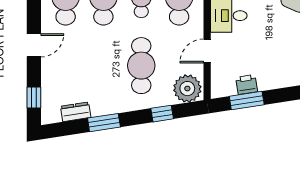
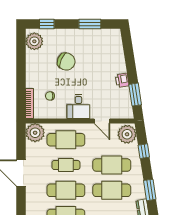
cafe table: (103, 66) -> (112, 190), added
printer: (247, 84) -> (122, 80), moved

